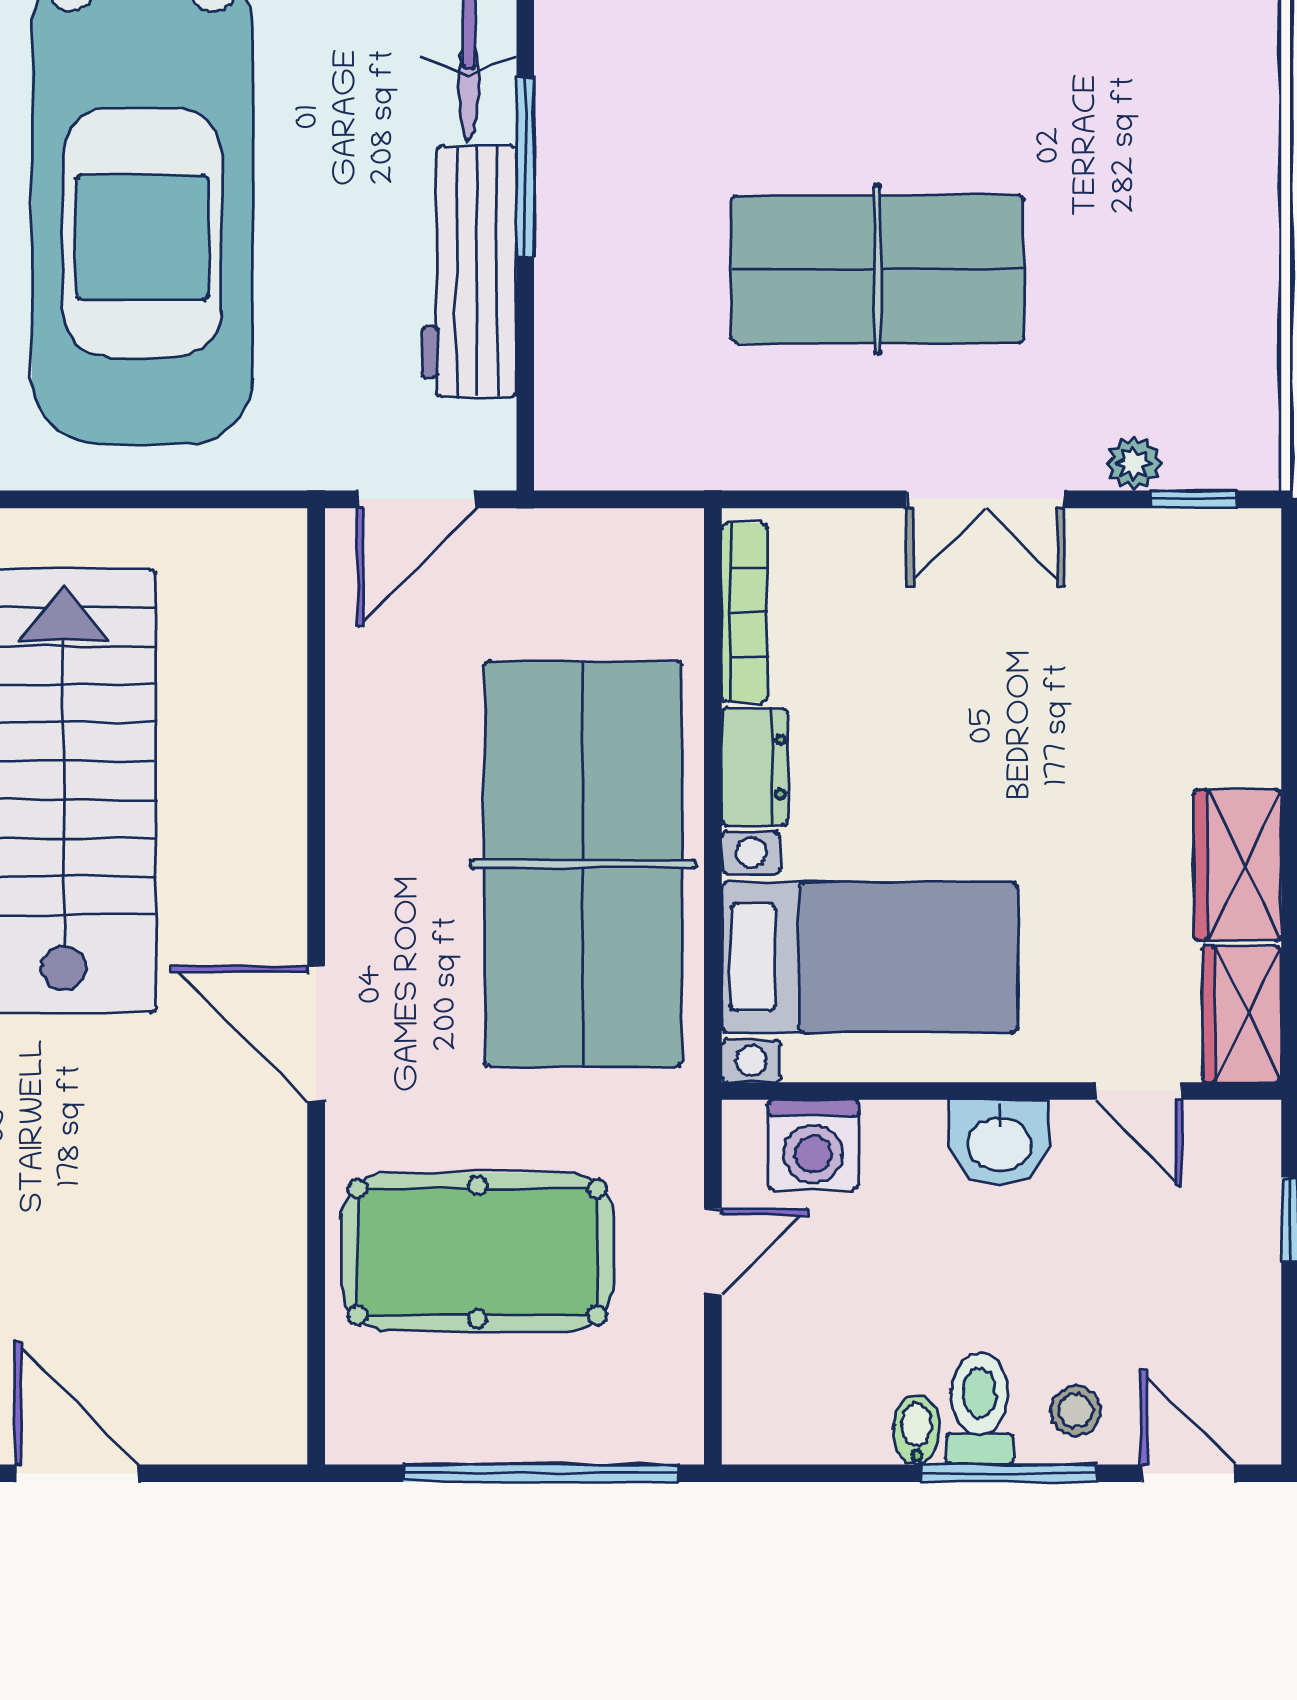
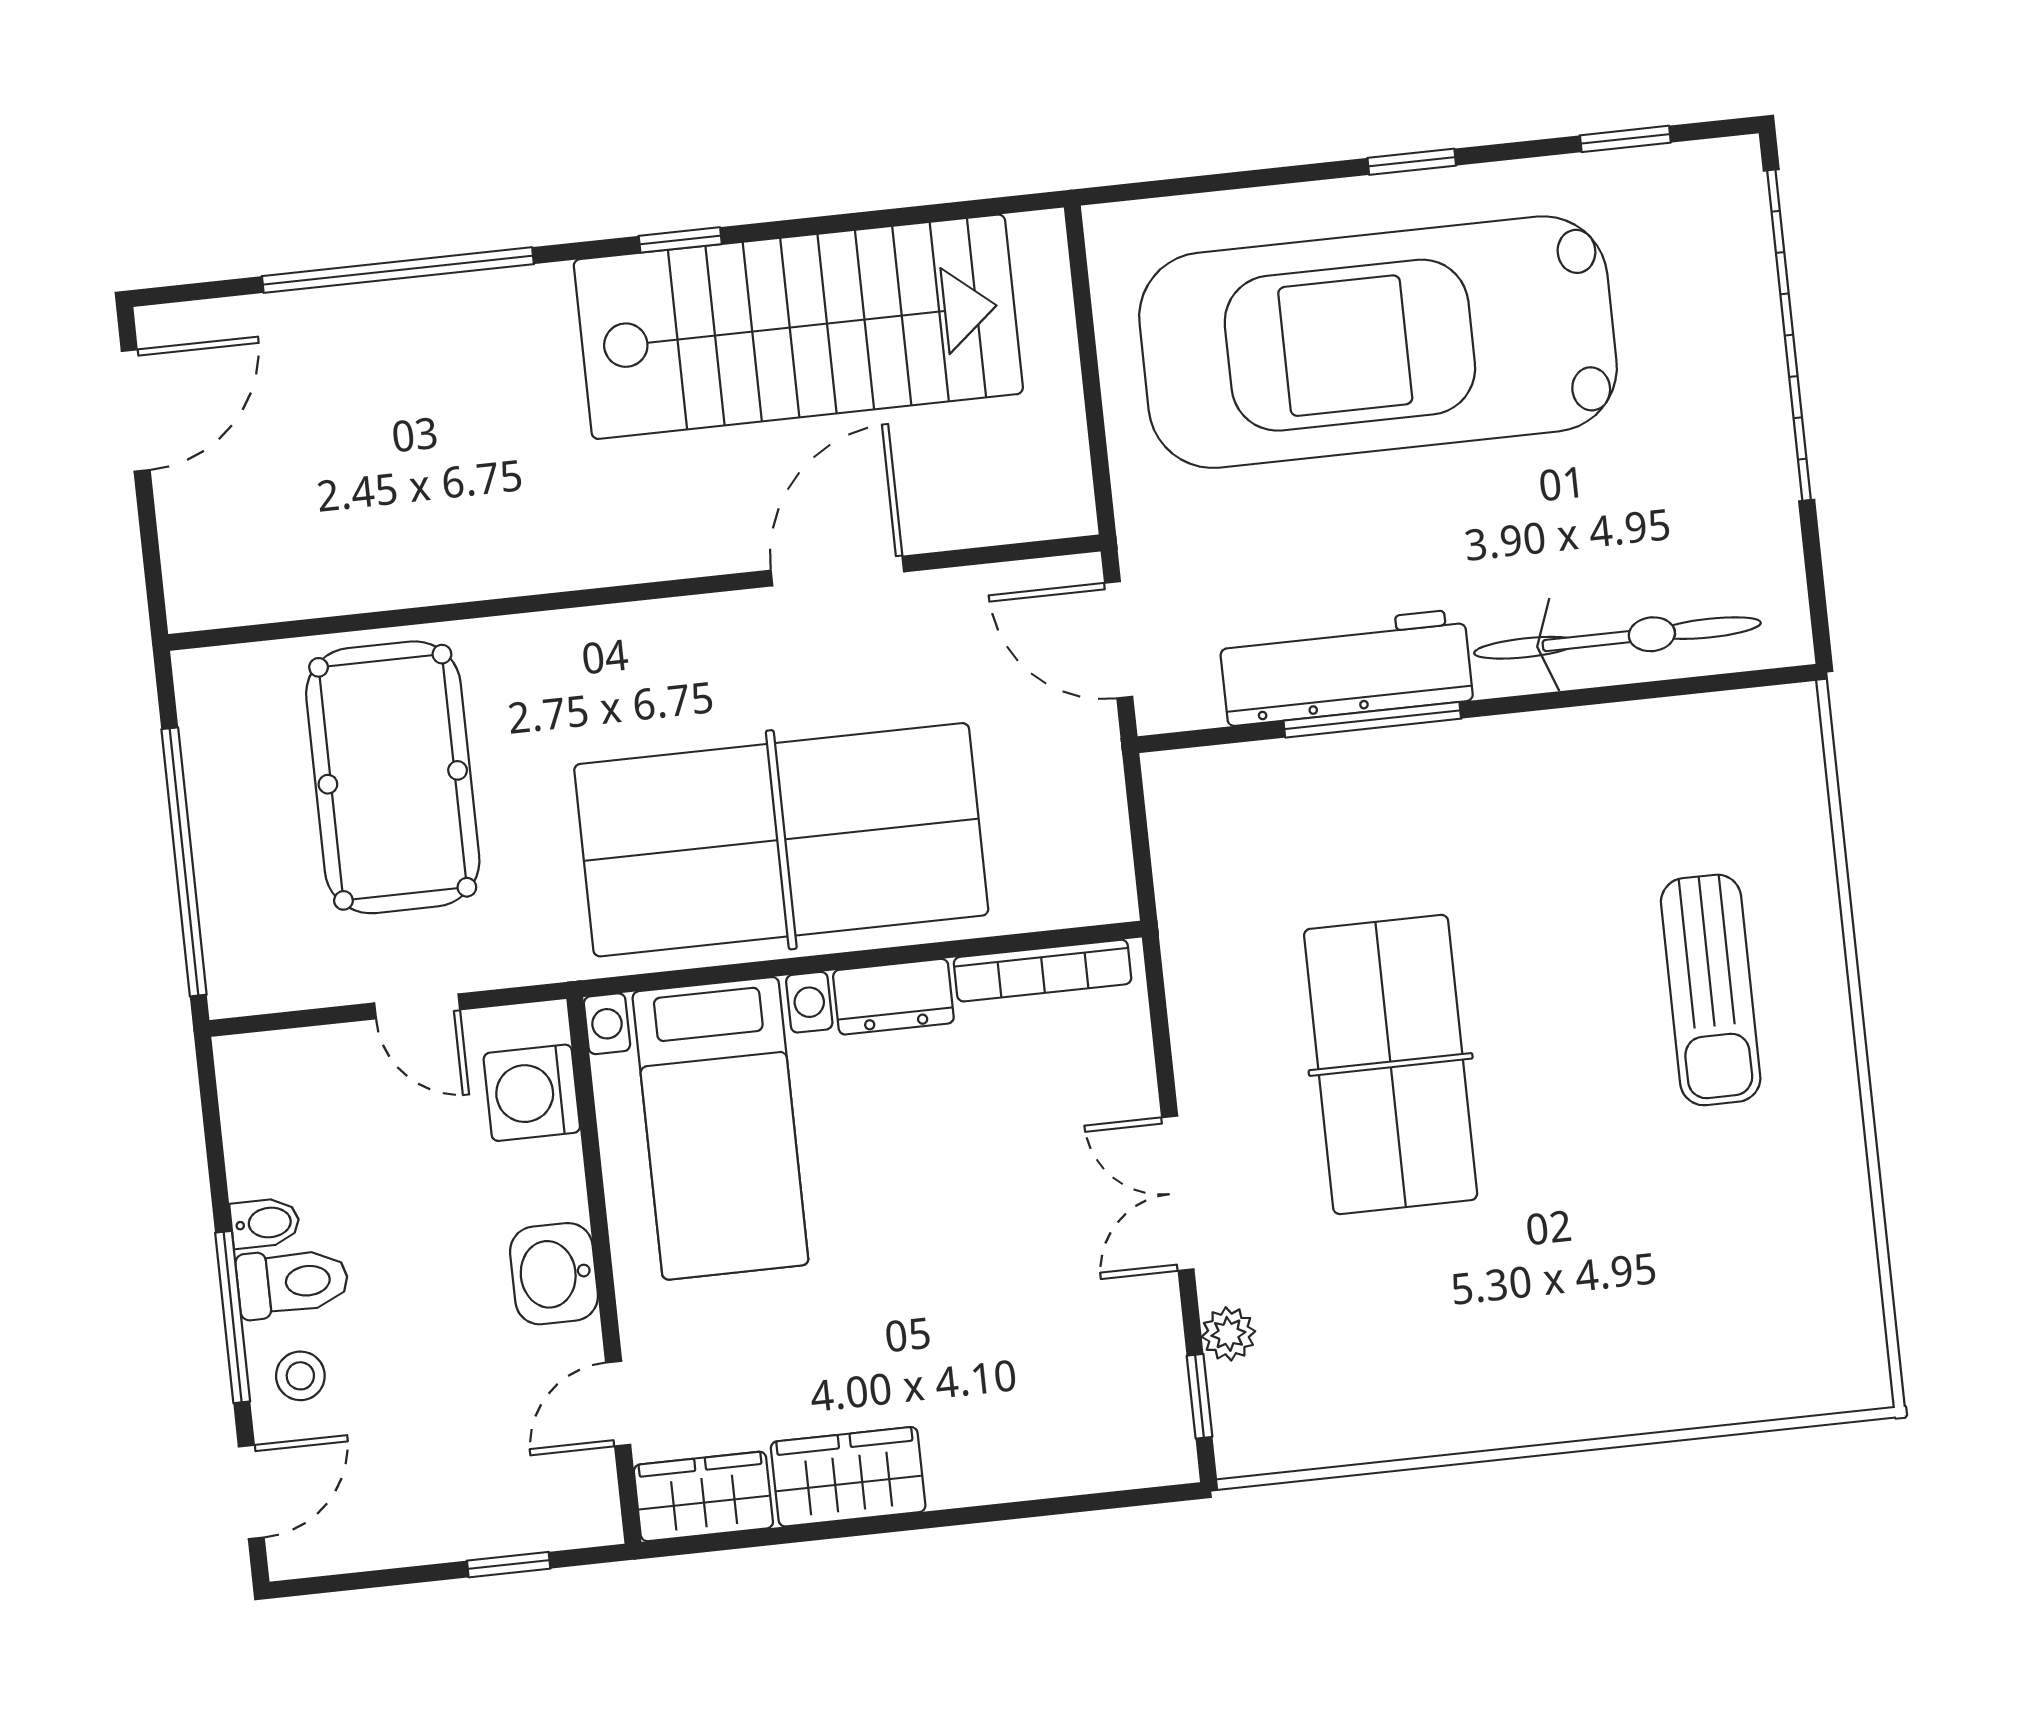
window: (525, 168) -> (1372, 720), moved
door: (316, 1034) -> (837, 571), moved

